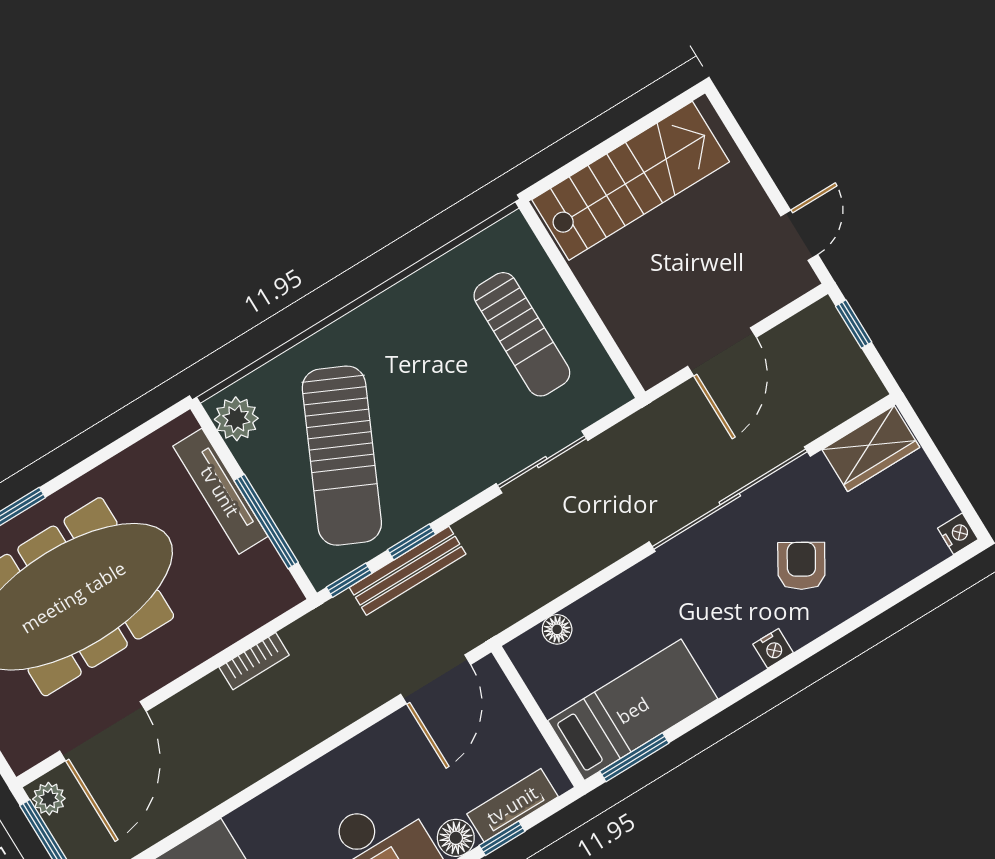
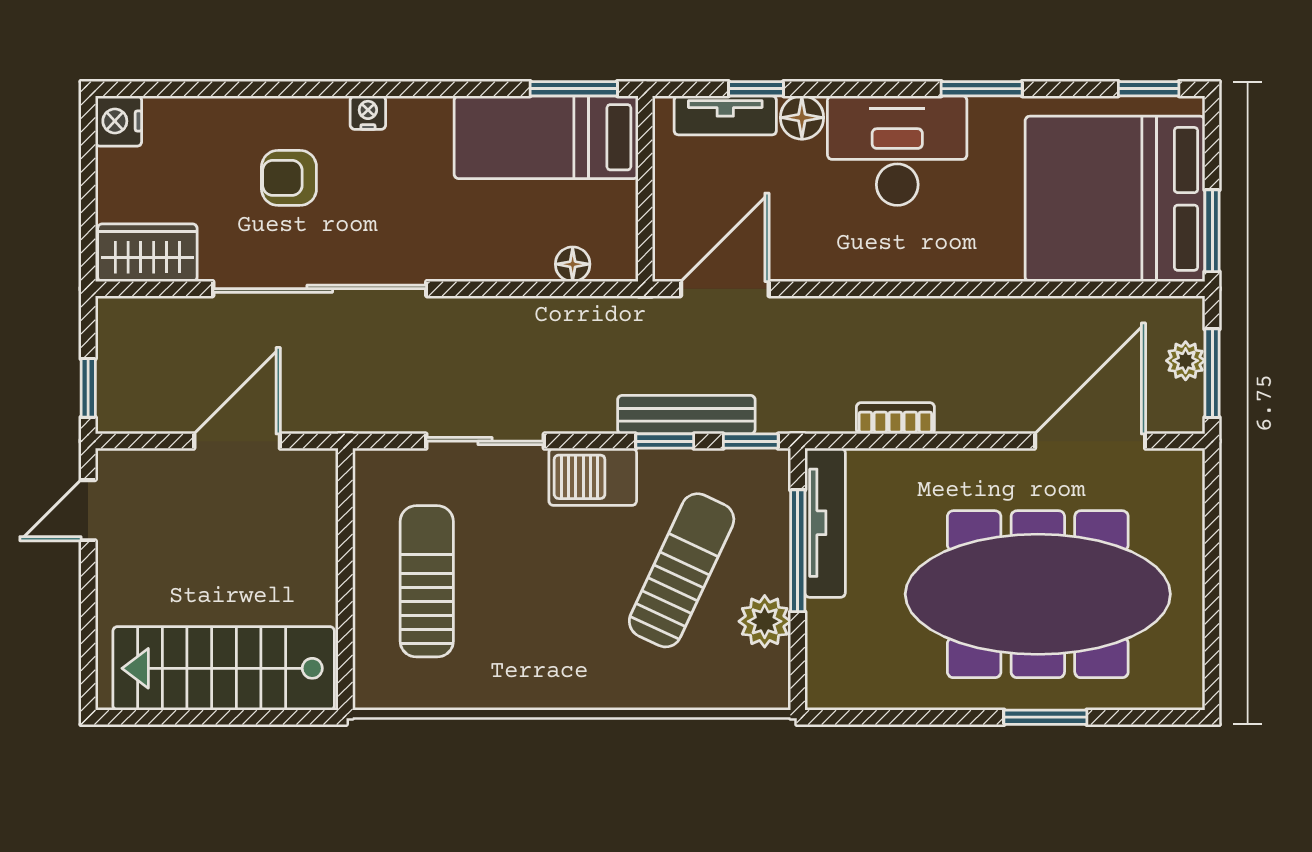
plant: (236, 419) -> (765, 621), moved
sun lounger: (342, 456) -> (682, 570), width x0.73, depth x0.75
barbecue: (448, 484) -> (593, 477), added
tv unit: (220, 491) -> (825, 523), moved
nightstand: (958, 534) -> (119, 121), width x1.39, depth x1.35
armchair: (801, 566) -> (289, 178), turned 59
plant: (49, 799) -> (1186, 361), moved

